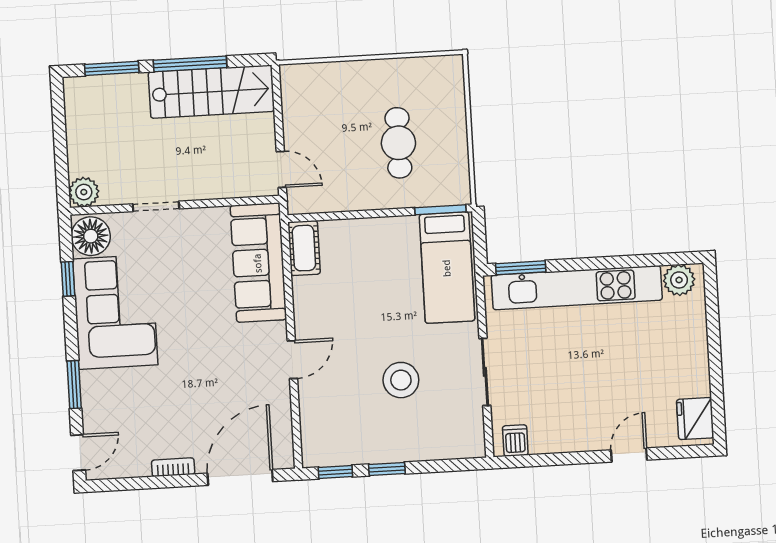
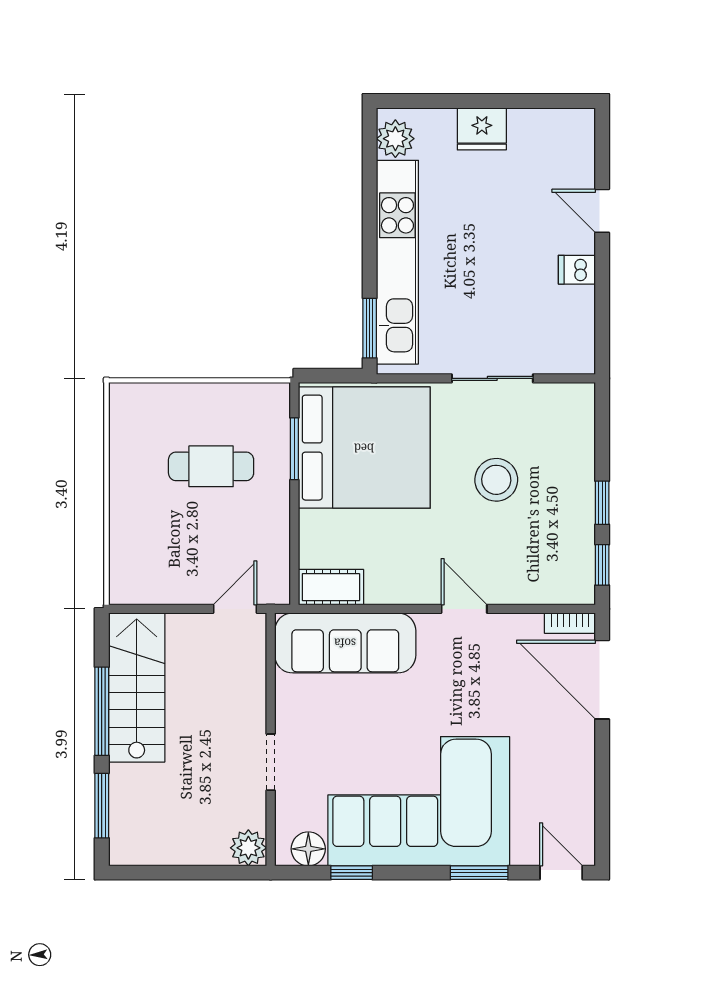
window: (440, 210) -> (294, 449), moved
floor lamp: (91, 236) -> (308, 849), width x0.73, depth x0.73
bed: (447, 268) -> (364, 448), width x2.04
corner sofa: (115, 312) -> (419, 801), width x1.36, depth x1.36
fridge: (695, 419) -> (482, 129), moved
dishwasher: (515, 441) -> (577, 270), moved
bookcase: (173, 467) -> (570, 623), moved, turned -90

